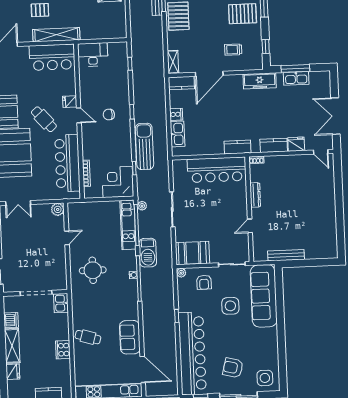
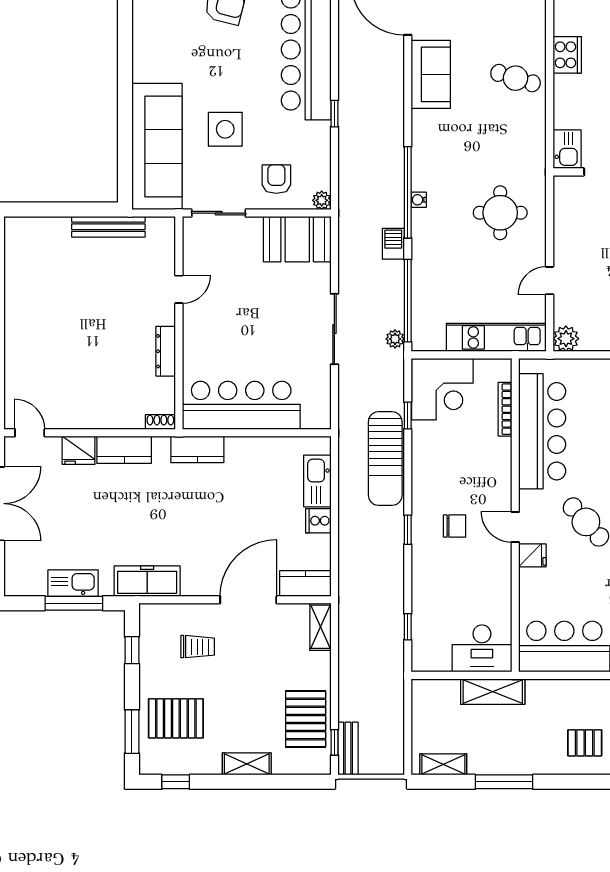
shelving: (56, 35) -> (493, 692), moved, width x0.68
kitchen unit: (128, 225) -> (496, 337), moved, turned -90
barbecue: (148, 253) -> (393, 244), width x0.53, depth x0.65

